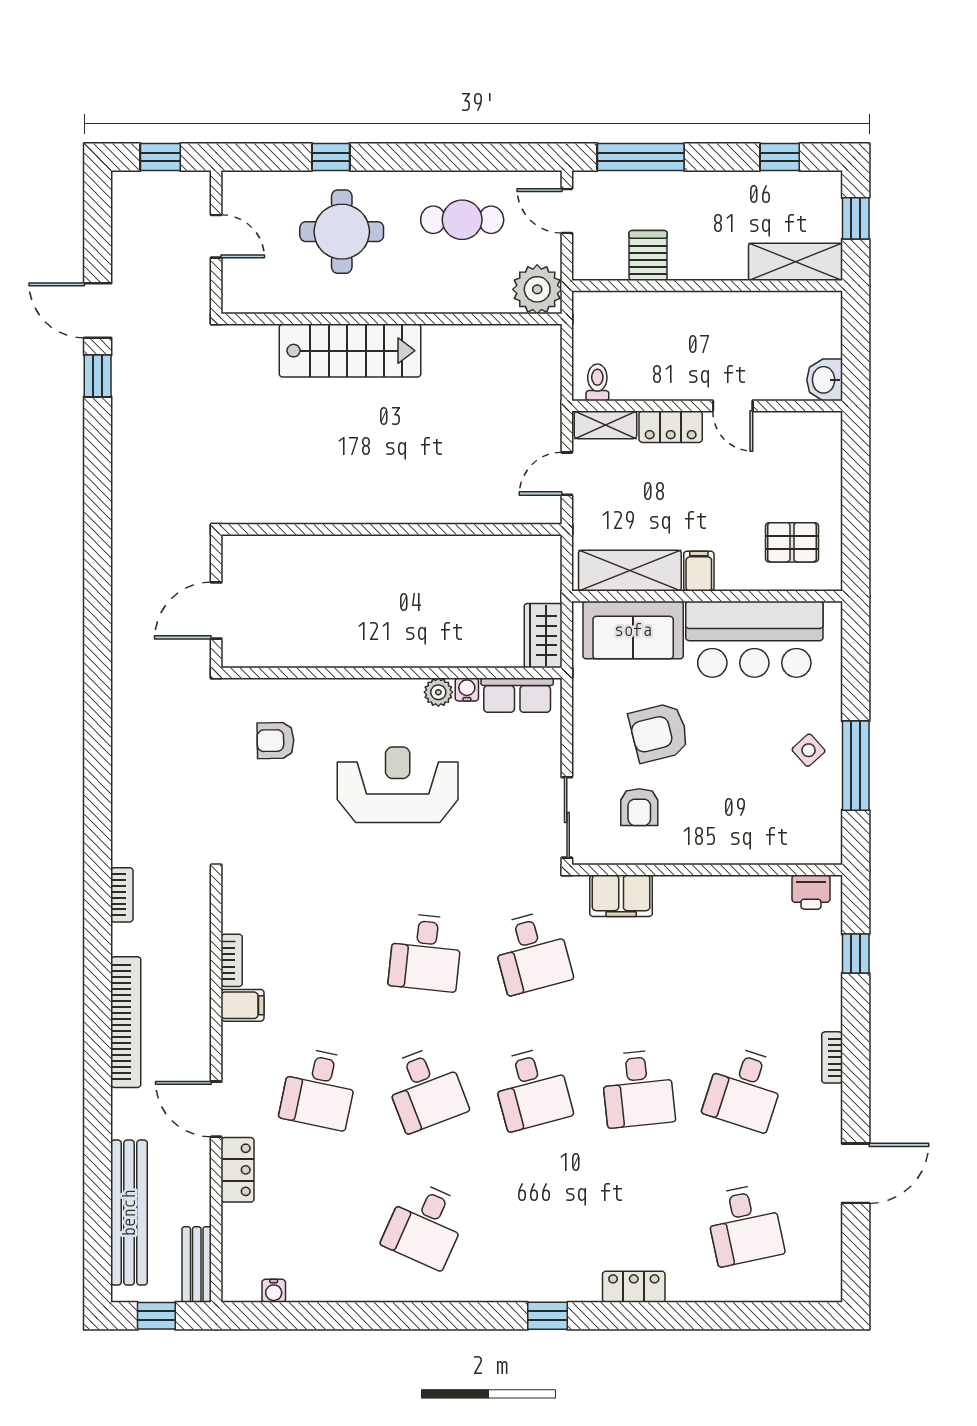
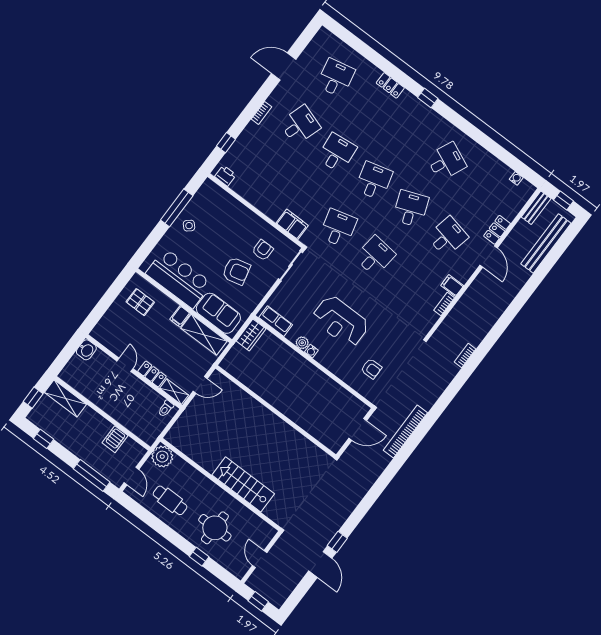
water cooler: (467, 690) -> (311, 351), moved
bookcase: (126, 1022) -> (405, 432), moved

